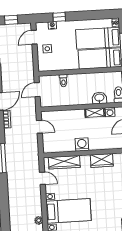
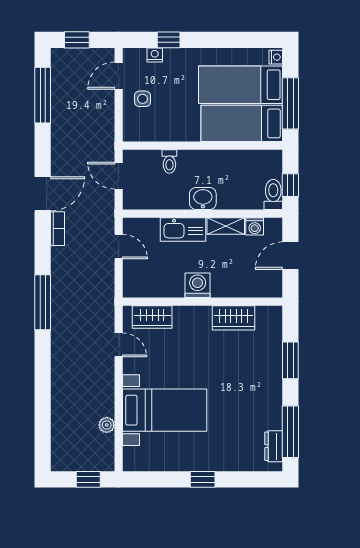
door: (37, 90) -> (119, 176), hinge flipped
washbasin: (99, 98) -> (203, 198), moved
kitchen sink: (73, 116) -> (183, 230), added
wardrobe: (64, 162) -> (152, 317), width x0.67

